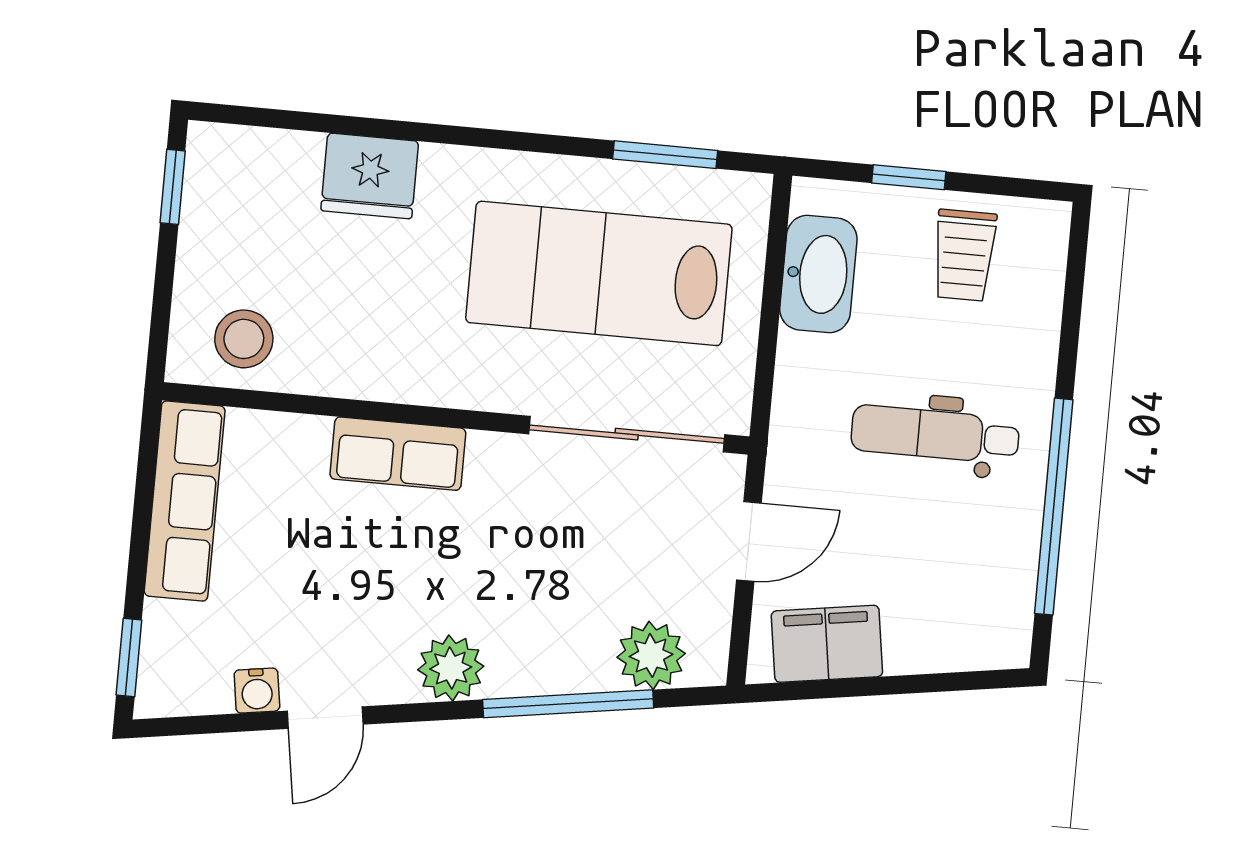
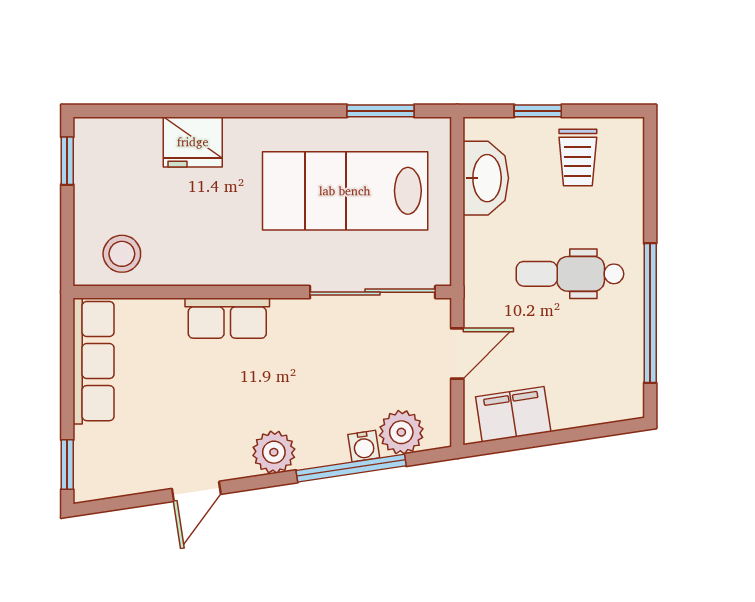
water cooler: (257, 691) -> (364, 446), moved

